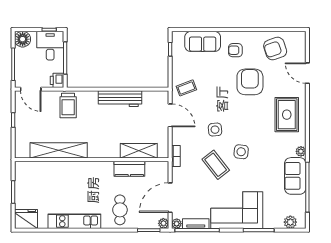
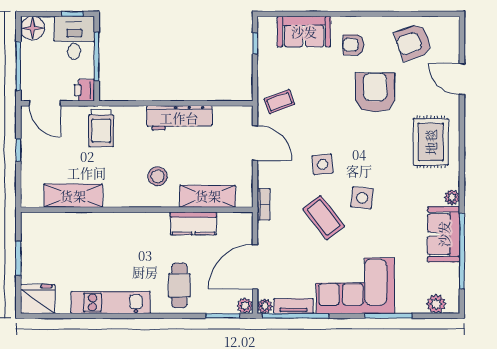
stool: (106, 137) -> (158, 176), added
shelving: (59, 150) -> (73, 196), width x0.68

